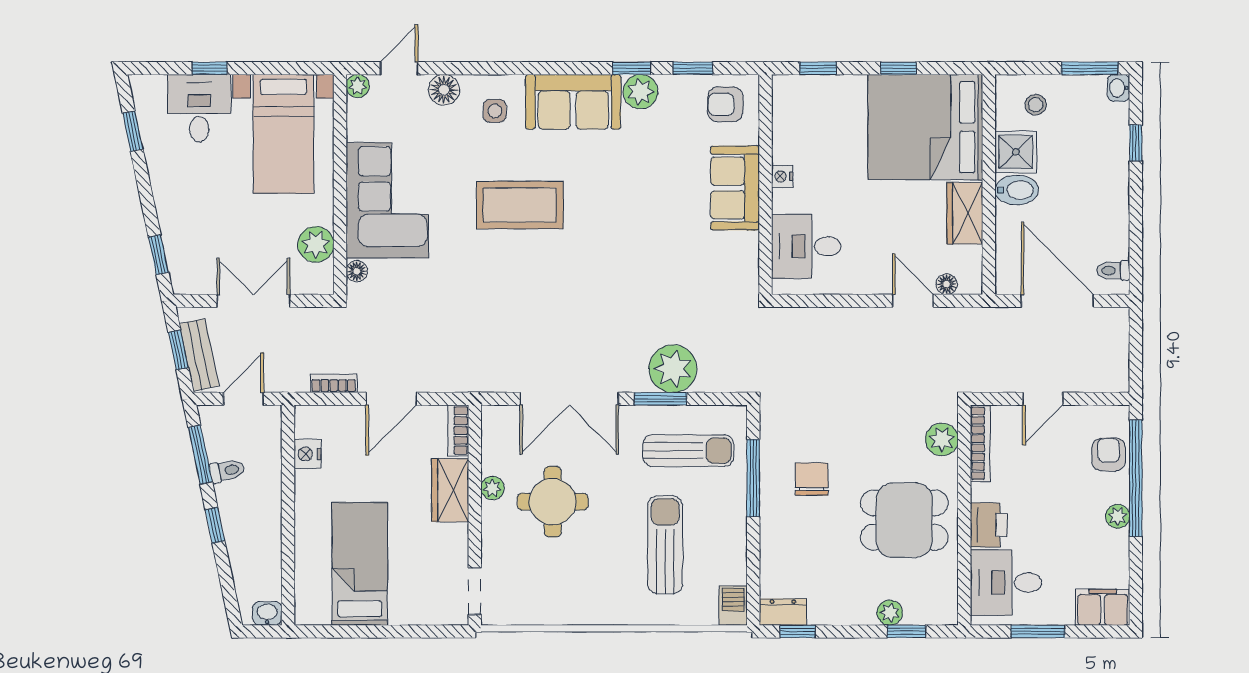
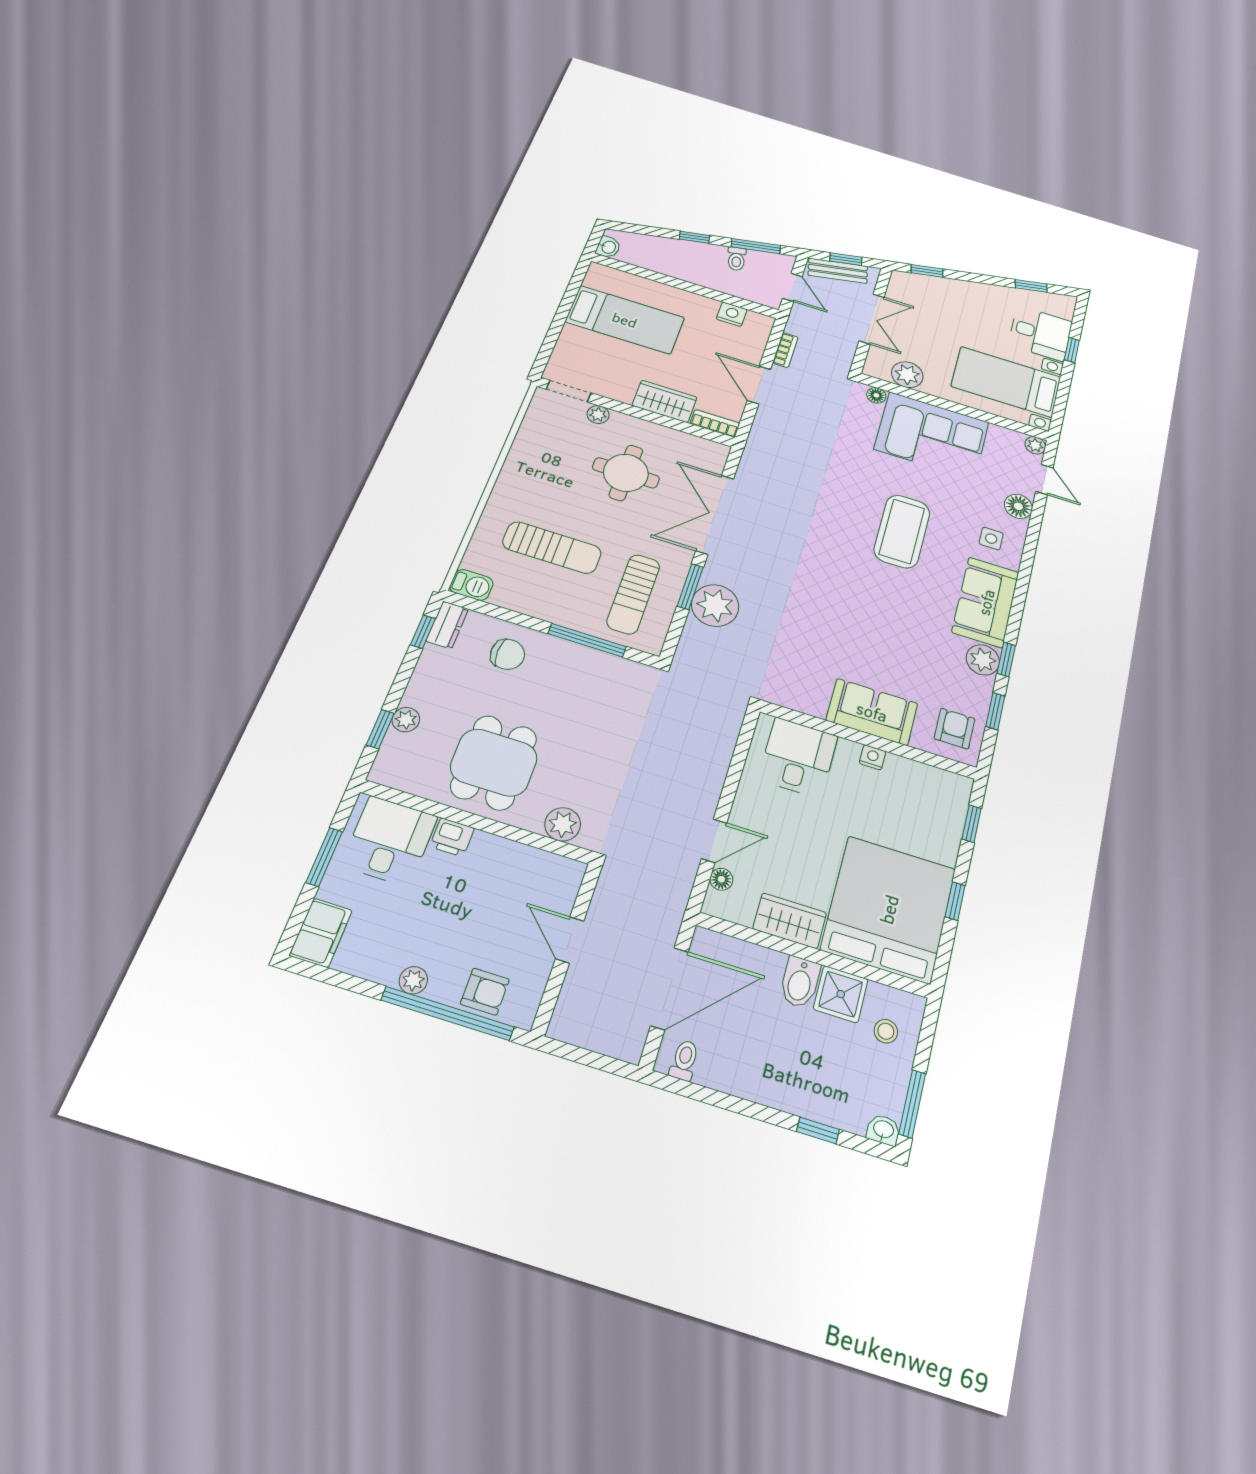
bookcase: (980, 443) -> (545, 861), removed
chair: (812, 479) -> (507, 654), moved
plant: (492, 488) -> (598, 415), moved
printer: (989, 525) -> (452, 837), width x0.73, depth x0.81

